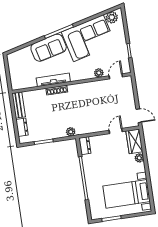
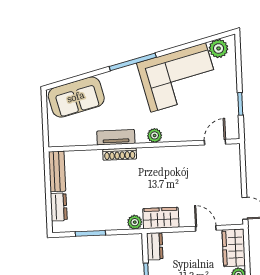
sofa: (49, 48) -> (76, 97), moved
plant: (99, 73) -> (155, 135), moved
tv unit: (53, 80) -> (116, 137), width x0.71
wardrobe: (87, 127) -> (161, 218), added
door: (116, 131) -> (206, 228), hinge flipped

